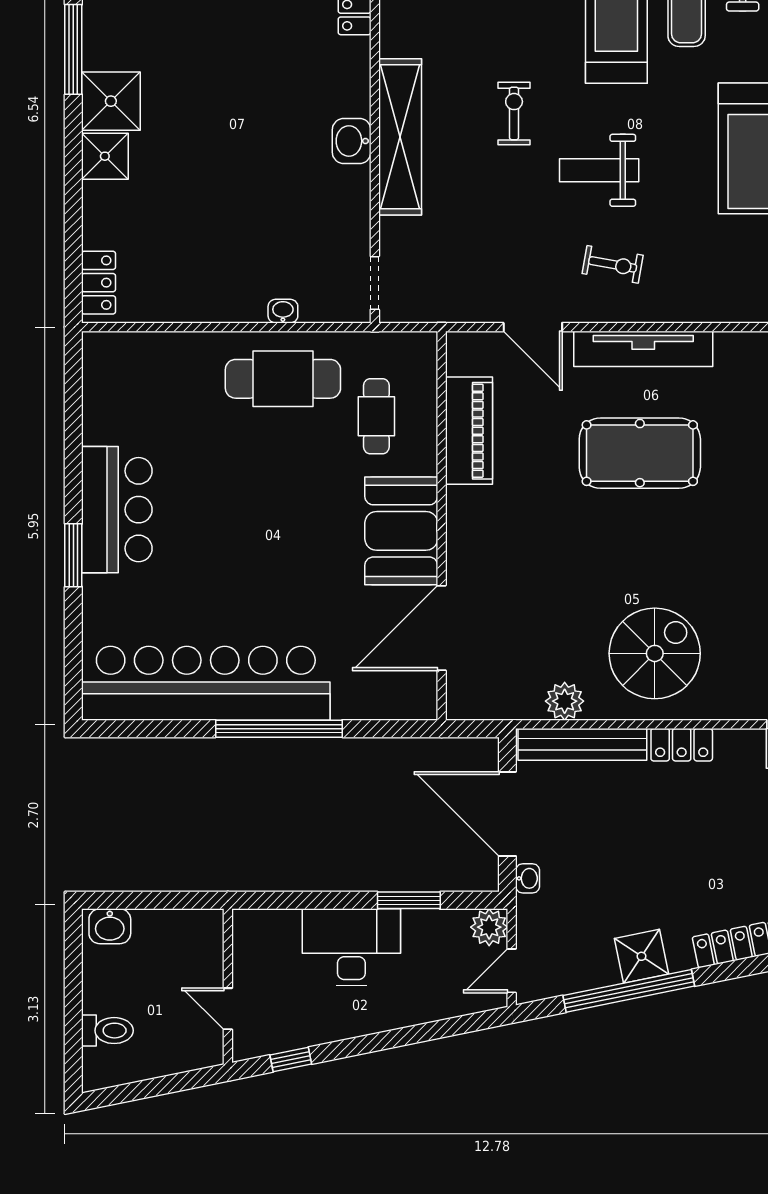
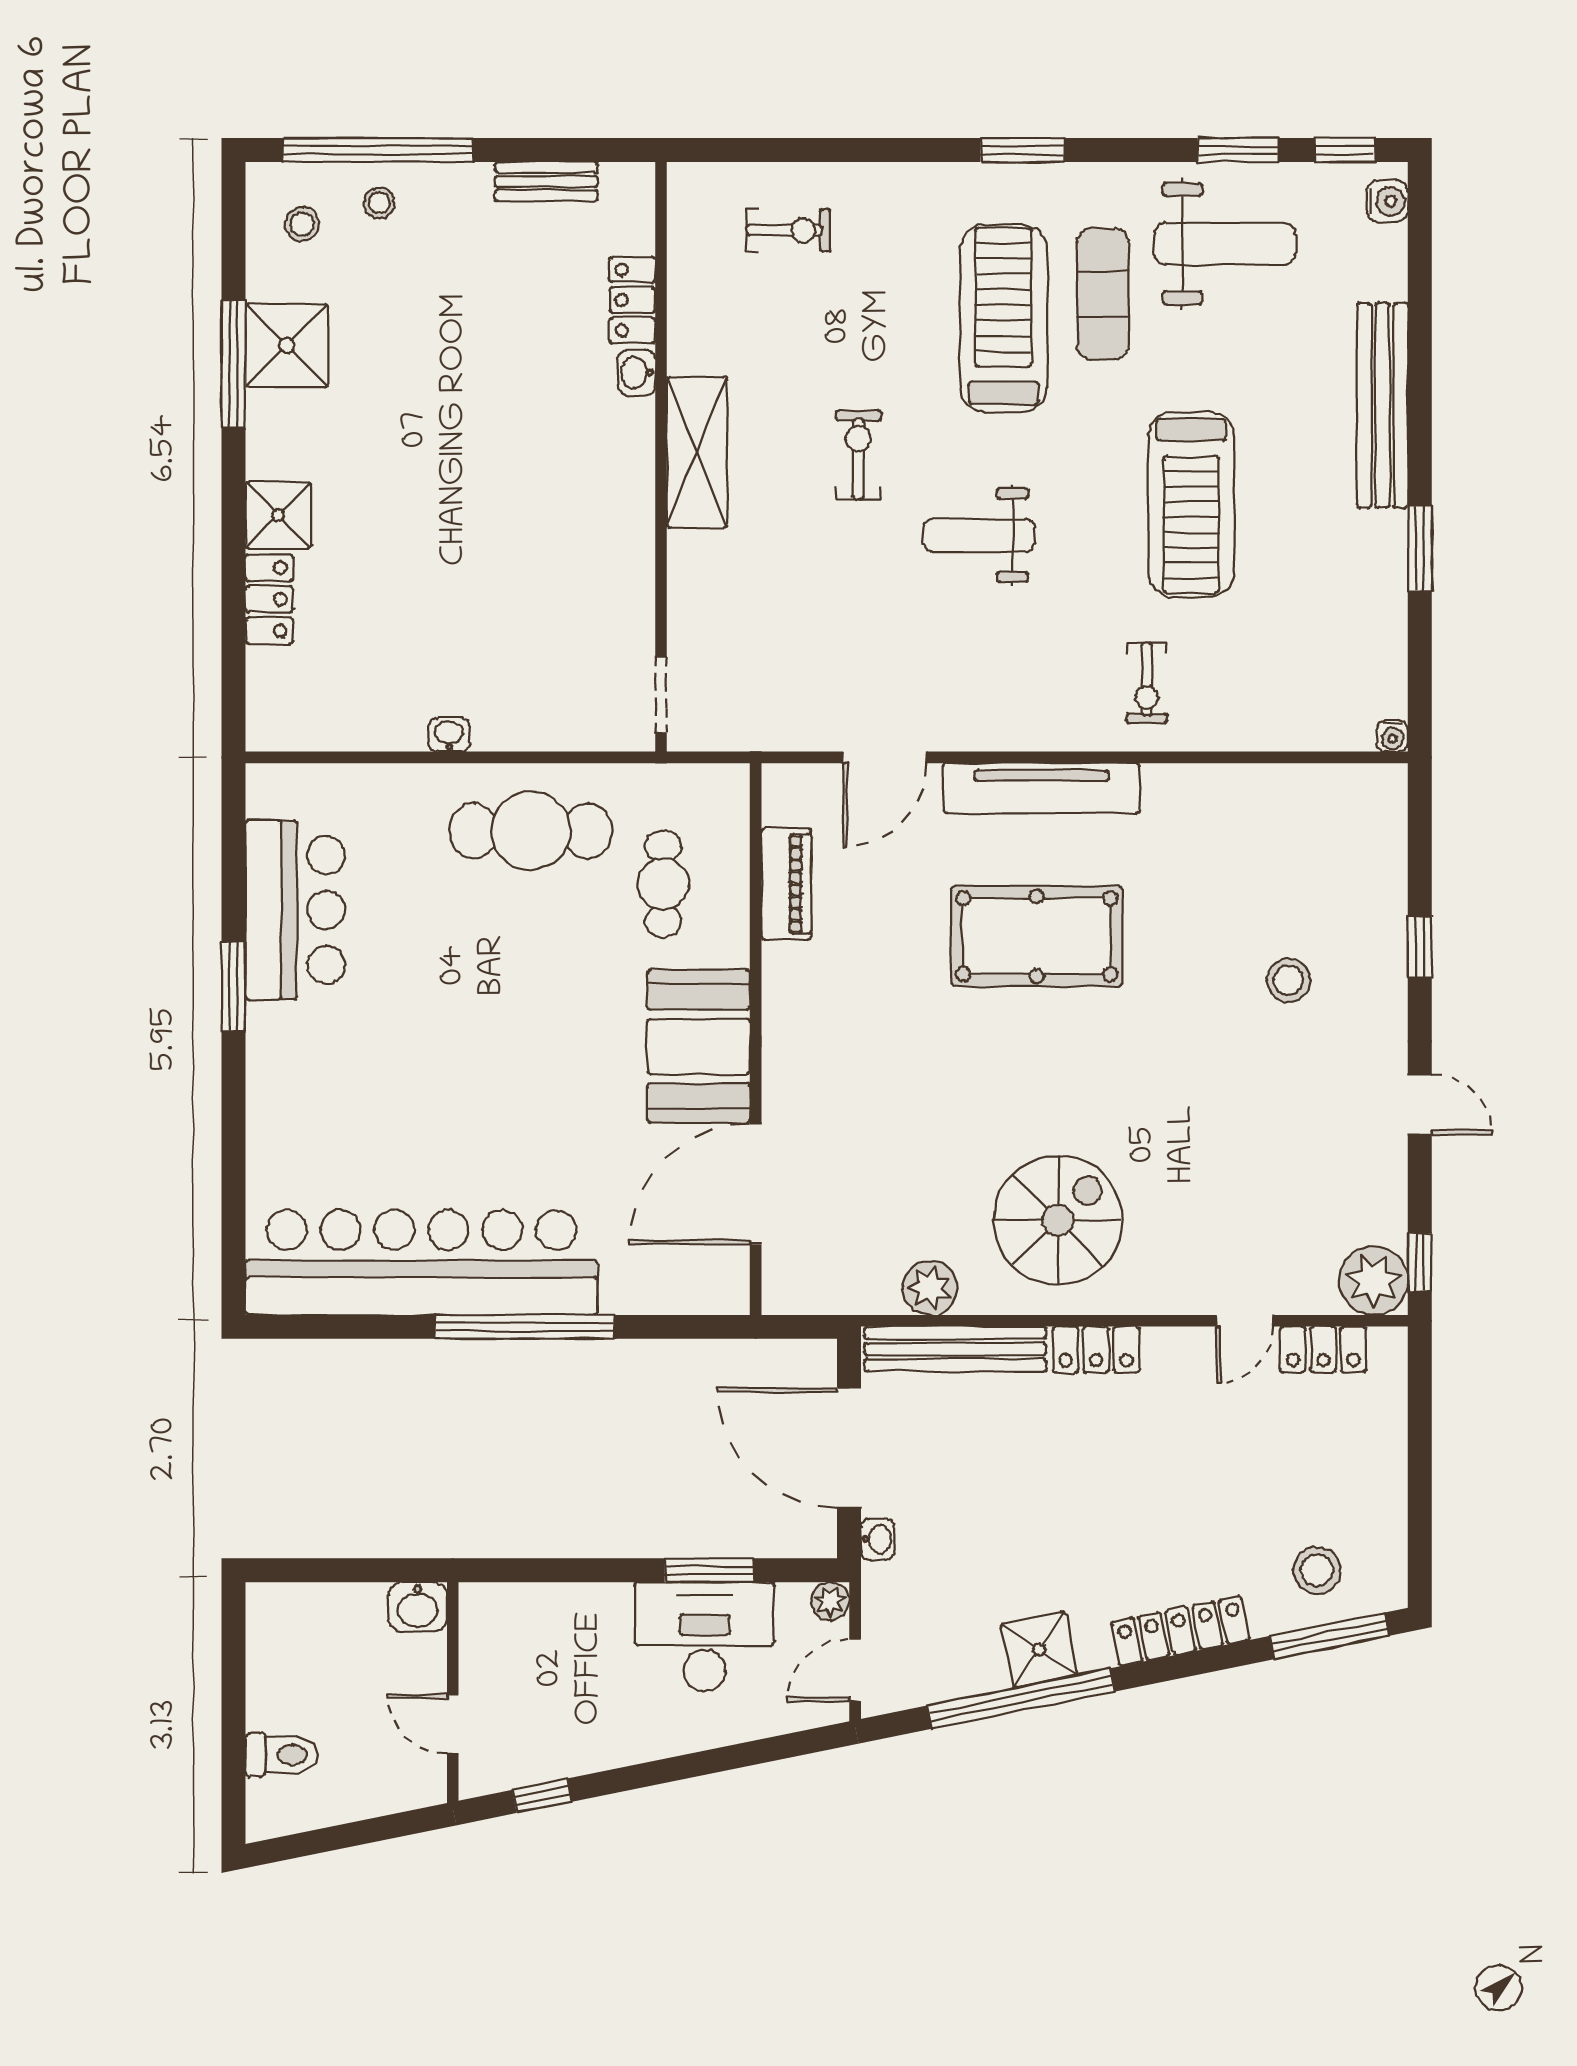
shower: (111, 101) -> (287, 345), moved
shelving: (400, 137) -> (697, 452), width x0.68
washbasin: (352, 141) -> (637, 373), moved, width x0.72, depth x0.69
exercise bike: (613, 264) -> (1147, 683), moved, turned 80
locker: (99, 283) -> (269, 599), moved
washbasin: (283, 311) -> (449, 735), moved
door: (533, 327) -> (885, 757), hinge flipped
piano: (469, 431) -> (786, 884), width x0.73, depth x0.75
bar counter: (117, 510) -> (295, 910), moved
window: (73, 555) -> (234, 987), moved
washbasin: (110, 926) -> (418, 1607), moved
plant: (489, 927) -> (830, 1601), width x0.73, depth x0.73
desk: (351, 947) -> (705, 1637), moved

